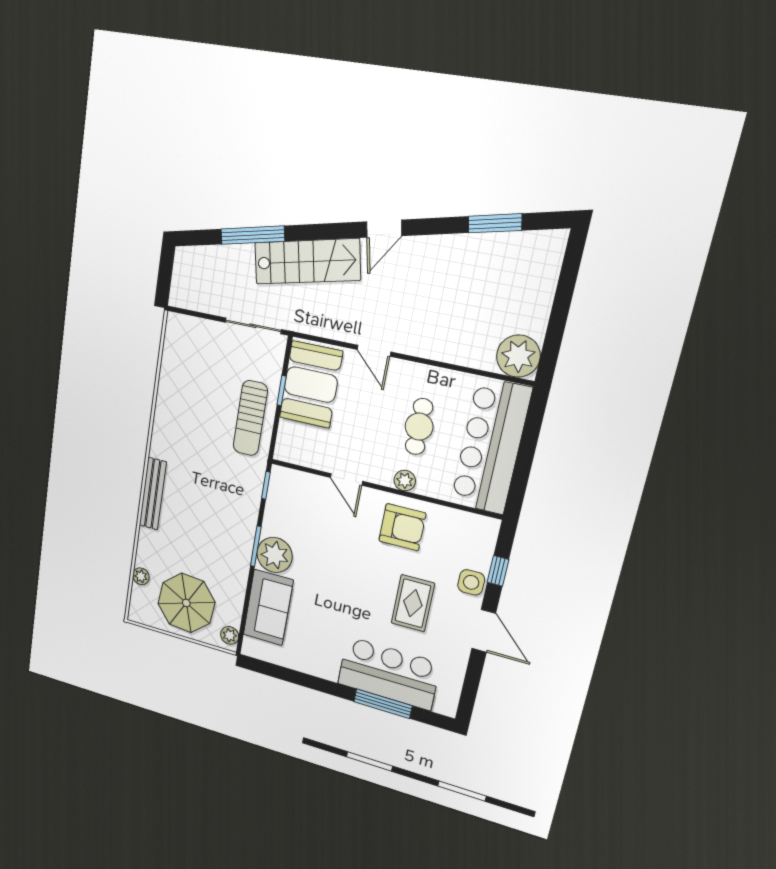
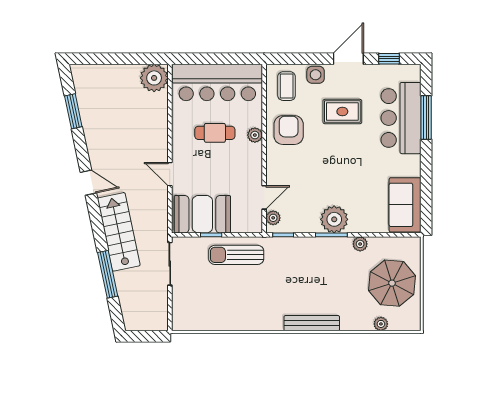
door: (374, 351) -> (170, 174), swing flipped
sun lounger: (250, 418) -> (236, 255), turned 180
plant: (290, 478) -> (273, 218), added
door: (346, 479) -> (264, 197), moved
coffee table: (464, 540) -> (287, 86), added
window: (498, 571) -> (389, 59), moved
sofa: (268, 607) -> (405, 205), moved, turned -90
plant: (230, 635) -> (360, 244), moved

